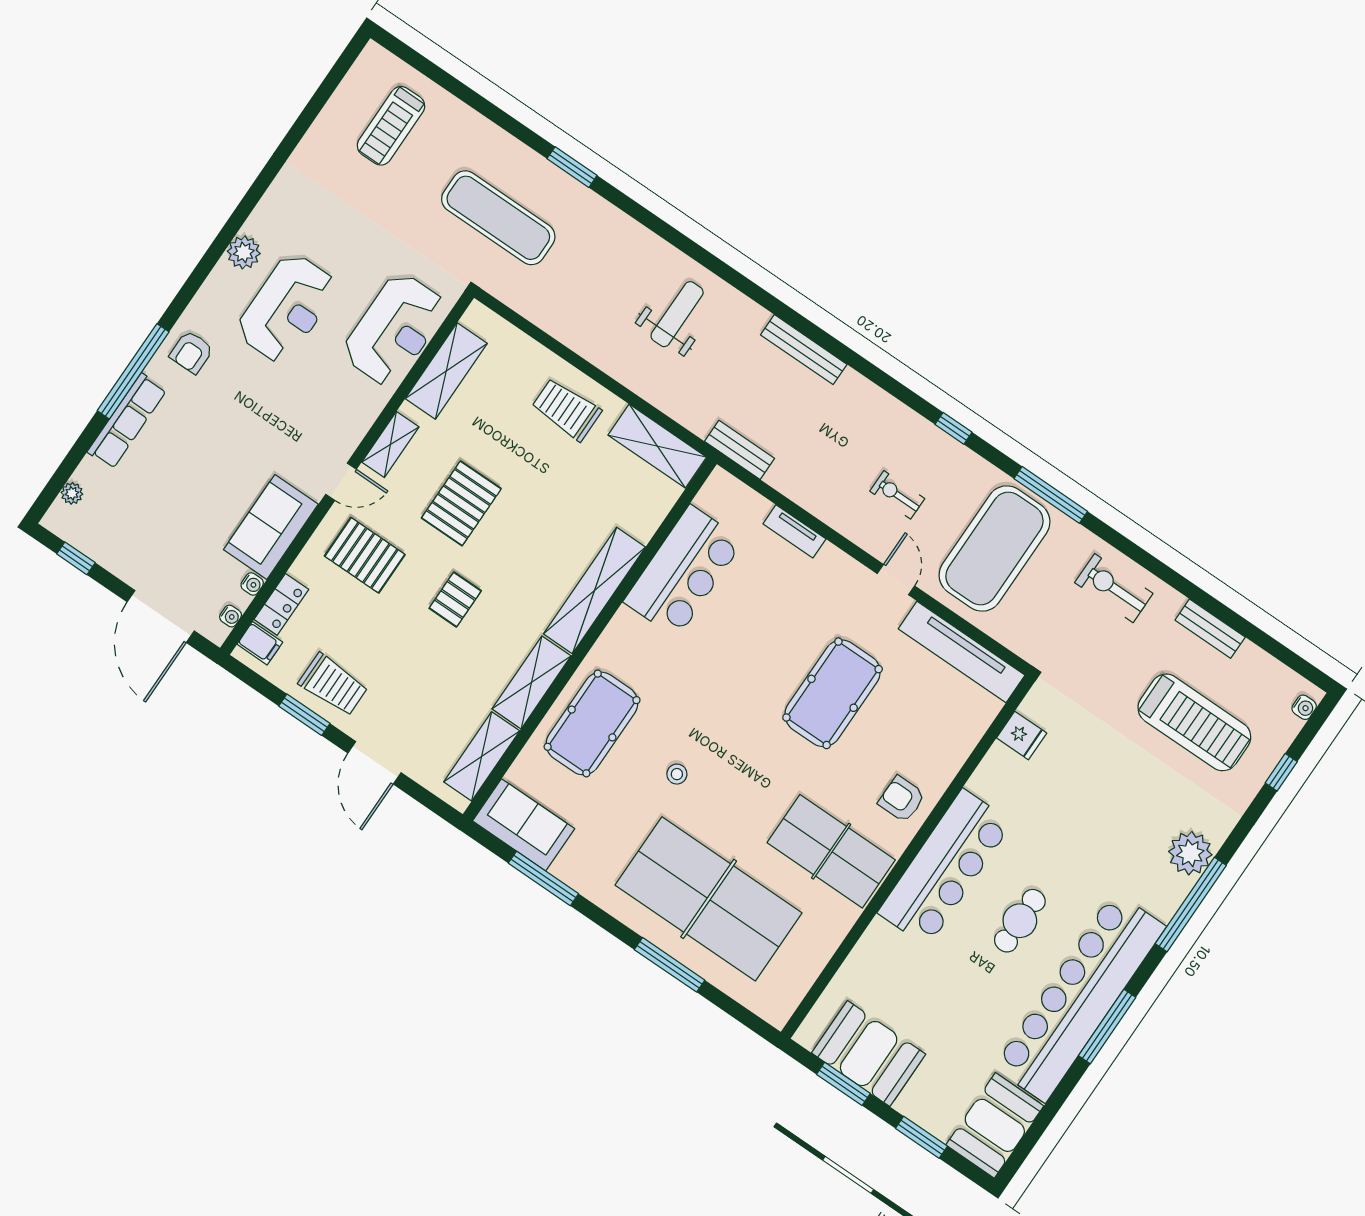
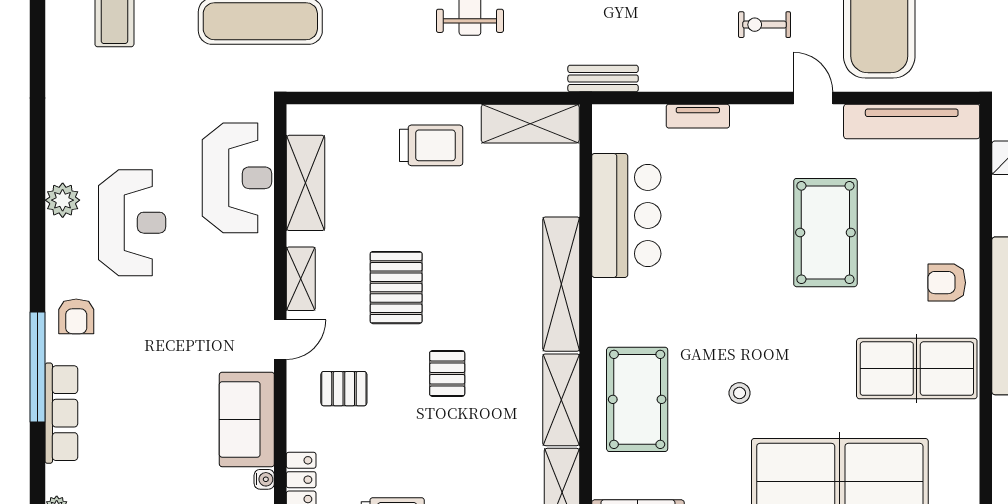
trolley: (566, 409) -> (431, 145), turned 180
pallet: (365, 555) -> (344, 389), width x0.67, depth x0.71

